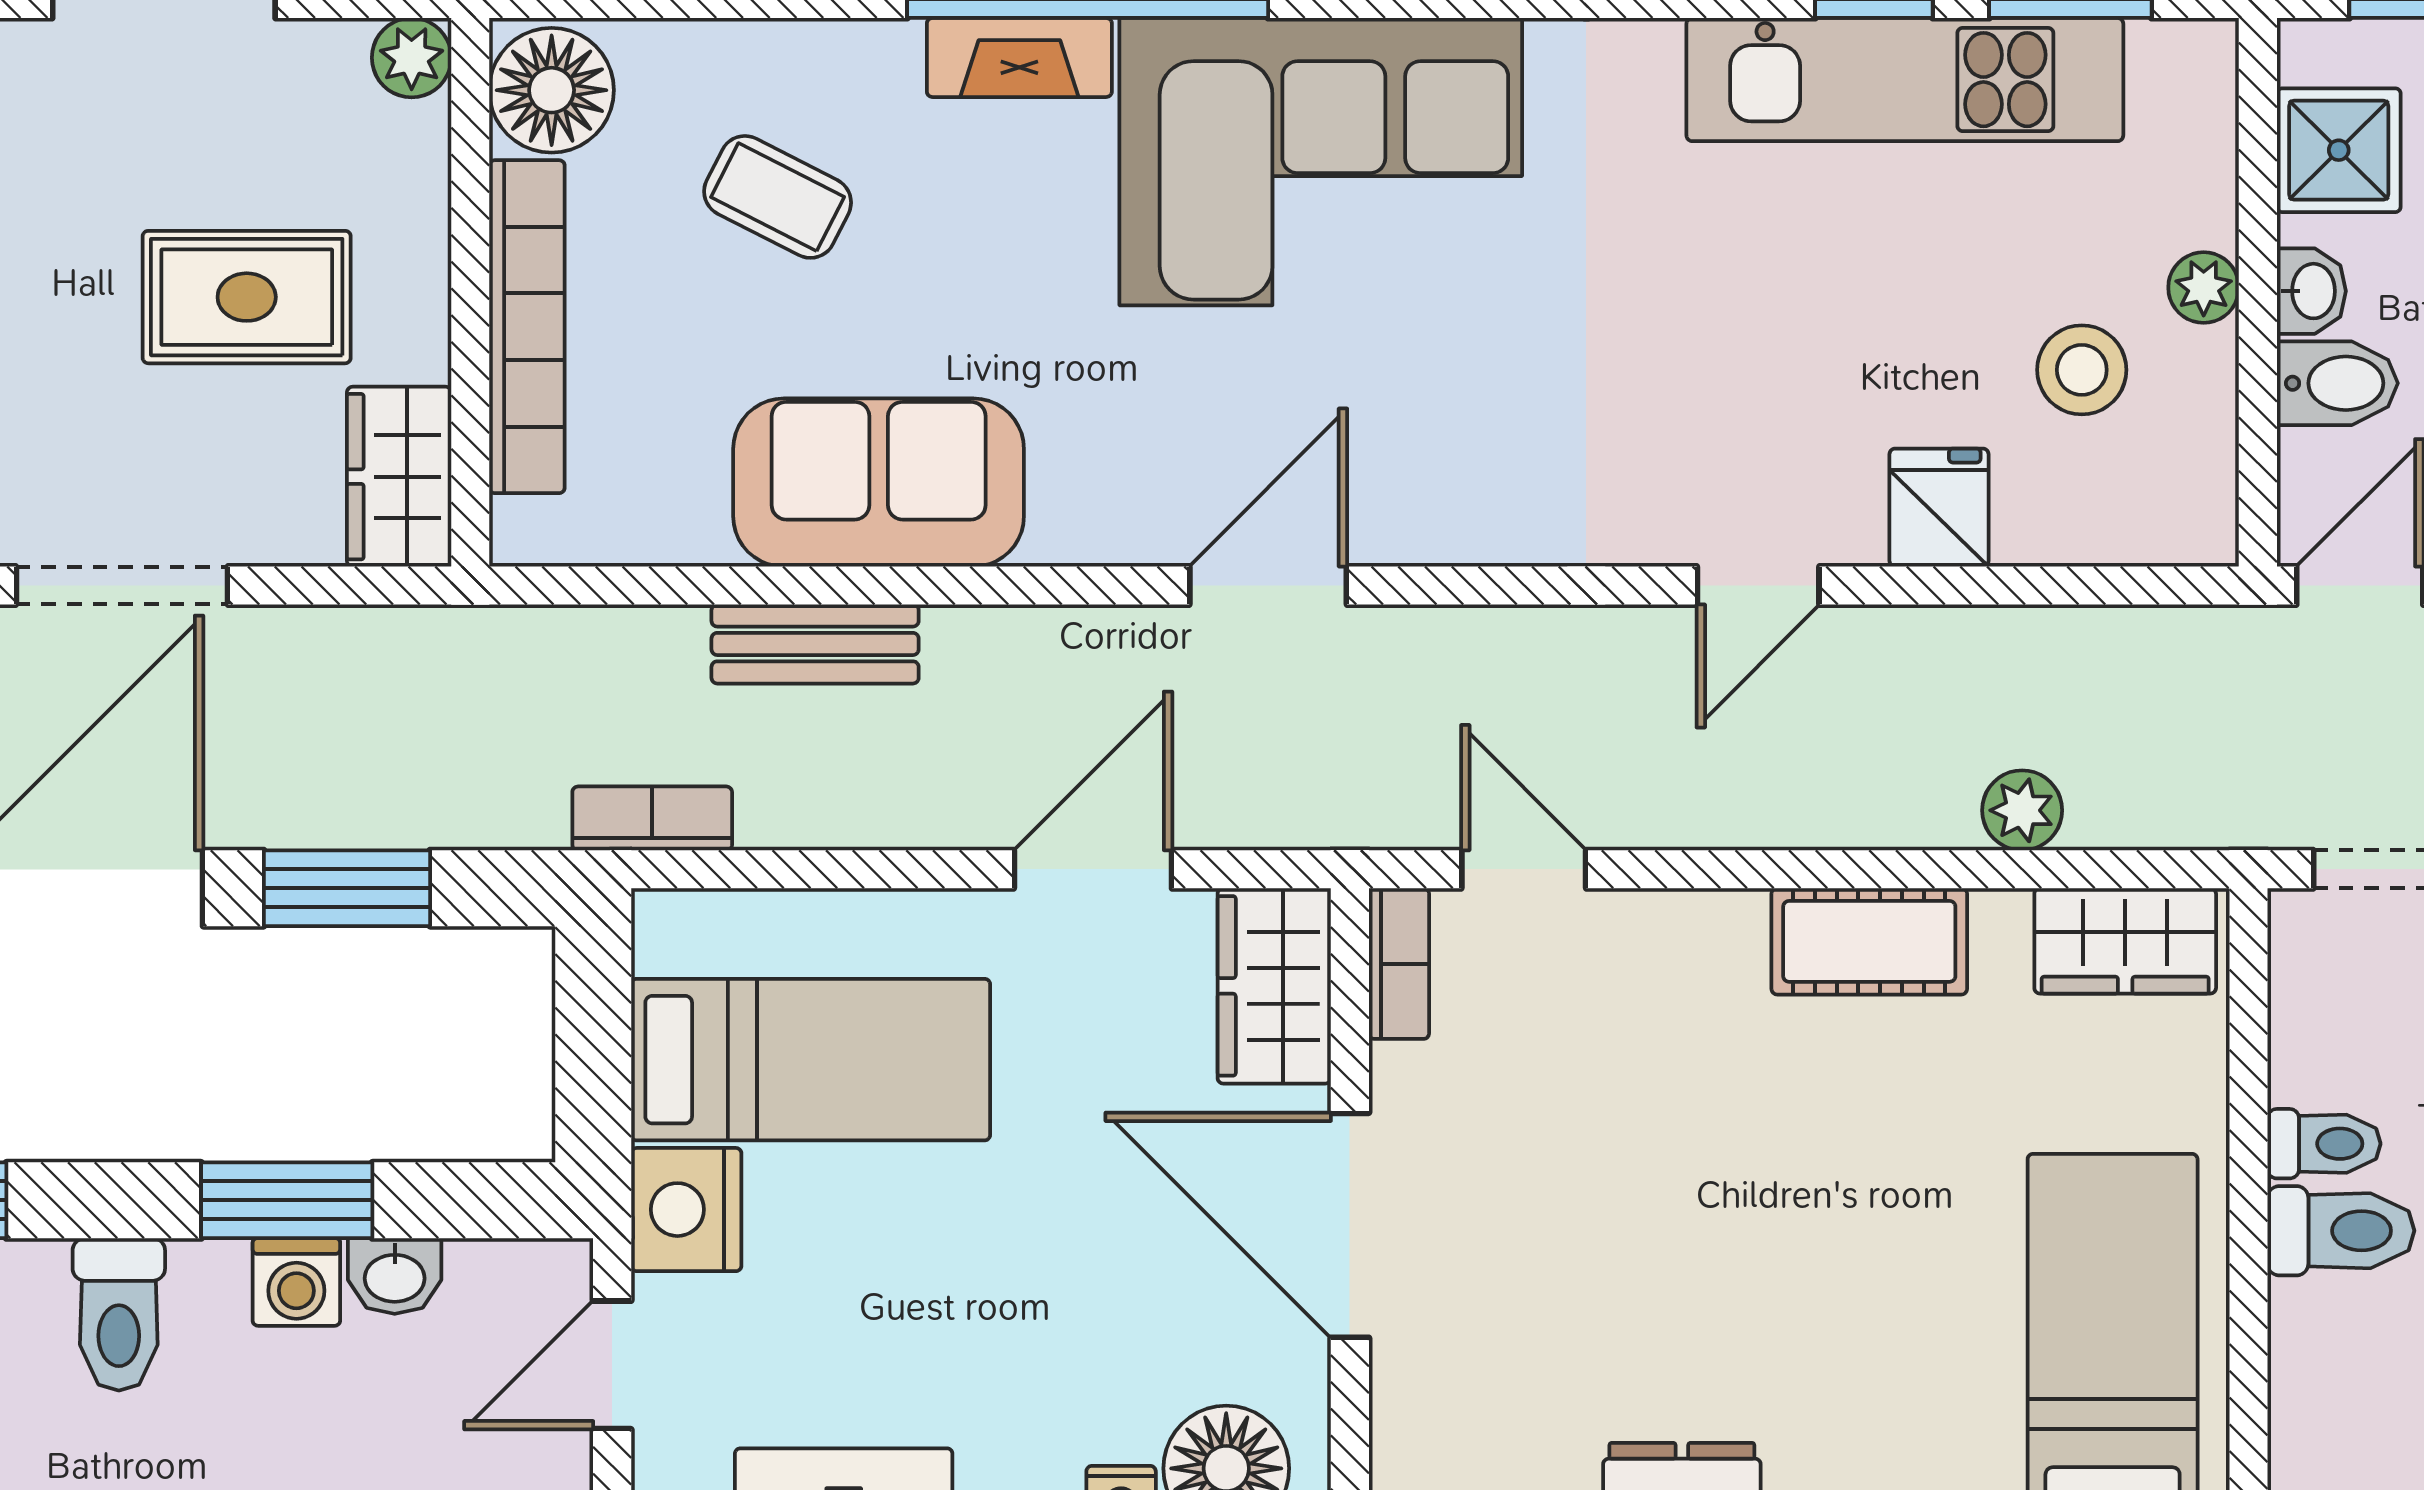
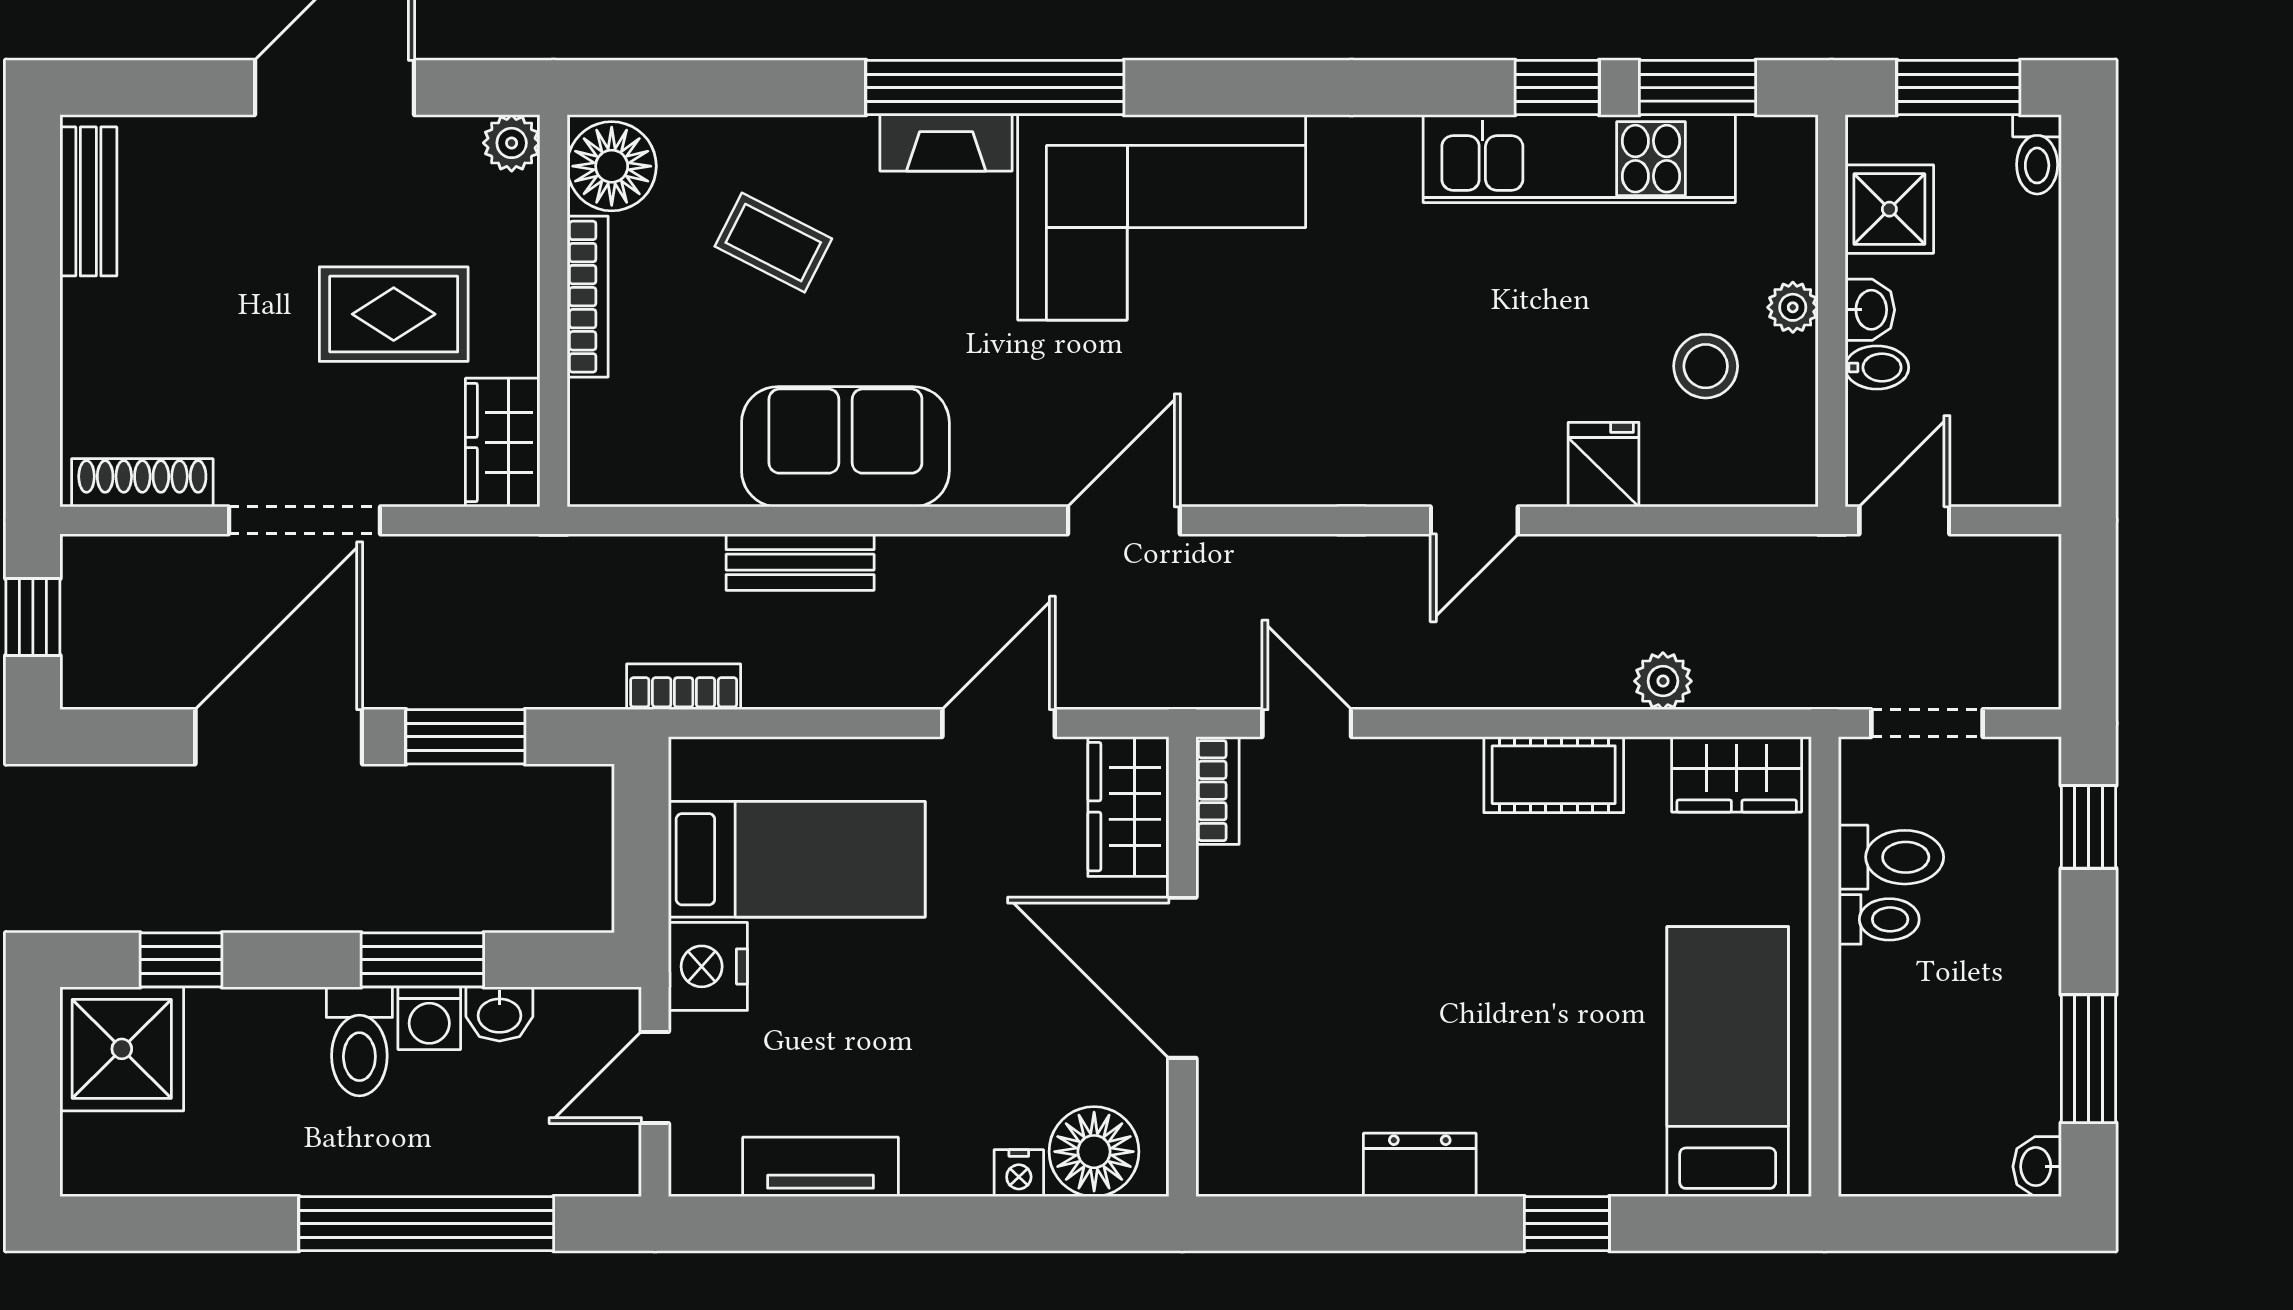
bookcase: (527, 327) -> (588, 297), width x0.68, depth x0.76
bidet: (2337, 383) -> (1877, 367), width x0.72, depth x0.74
toilet: (2341, 1231) -> (1891, 857), moved
toilet: (119, 1314) -> (359, 1041), moved

